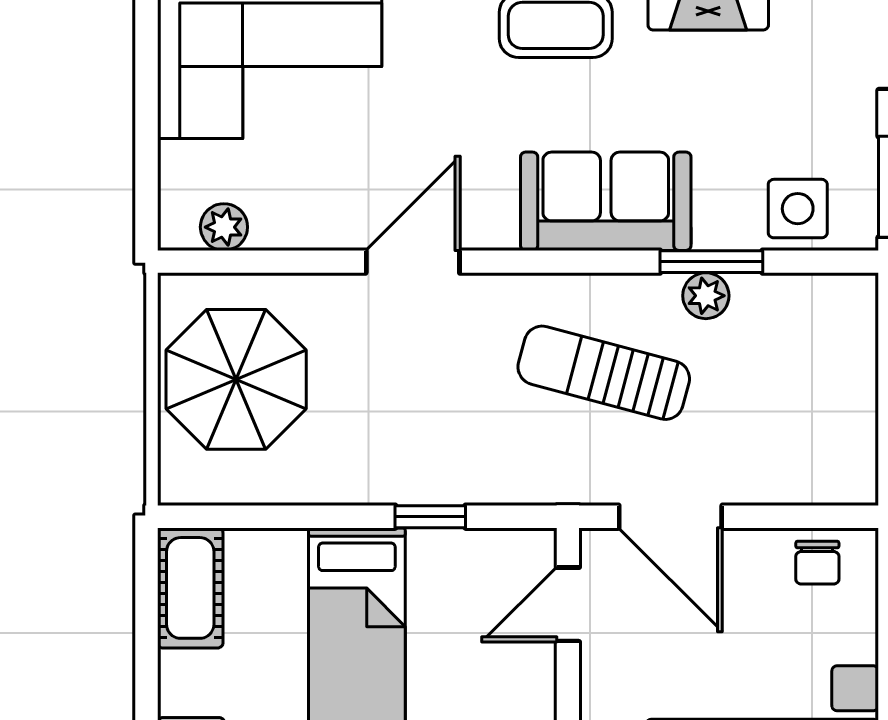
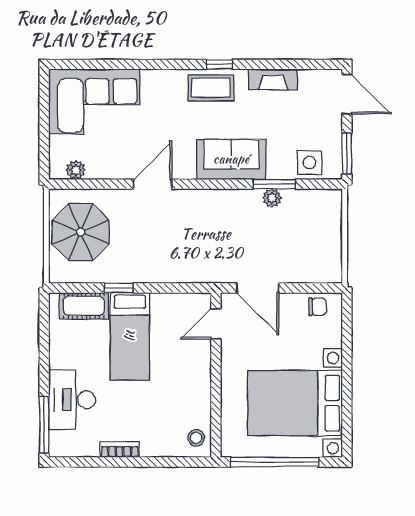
sun lounger: (604, 373) -> (230, 229), removed
window: (430, 517) -> (119, 288), moved
chair: (817, 563) -> (317, 307), turned -90
cot: (190, 588) -> (84, 306), moved, turned 90

